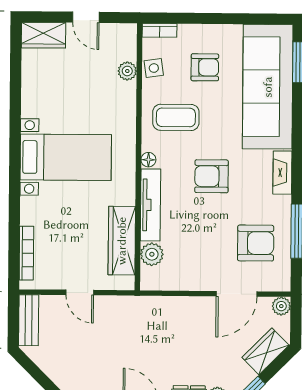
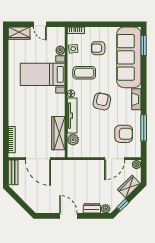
armchair: (205, 67) -> (98, 48), turned 180
bed with nightstands: (66, 157) -> (43, 74), moved, turned 180
armchair: (212, 176) -> (102, 101), turned 103
door: (80, 292) -> (38, 159), width x1.88

